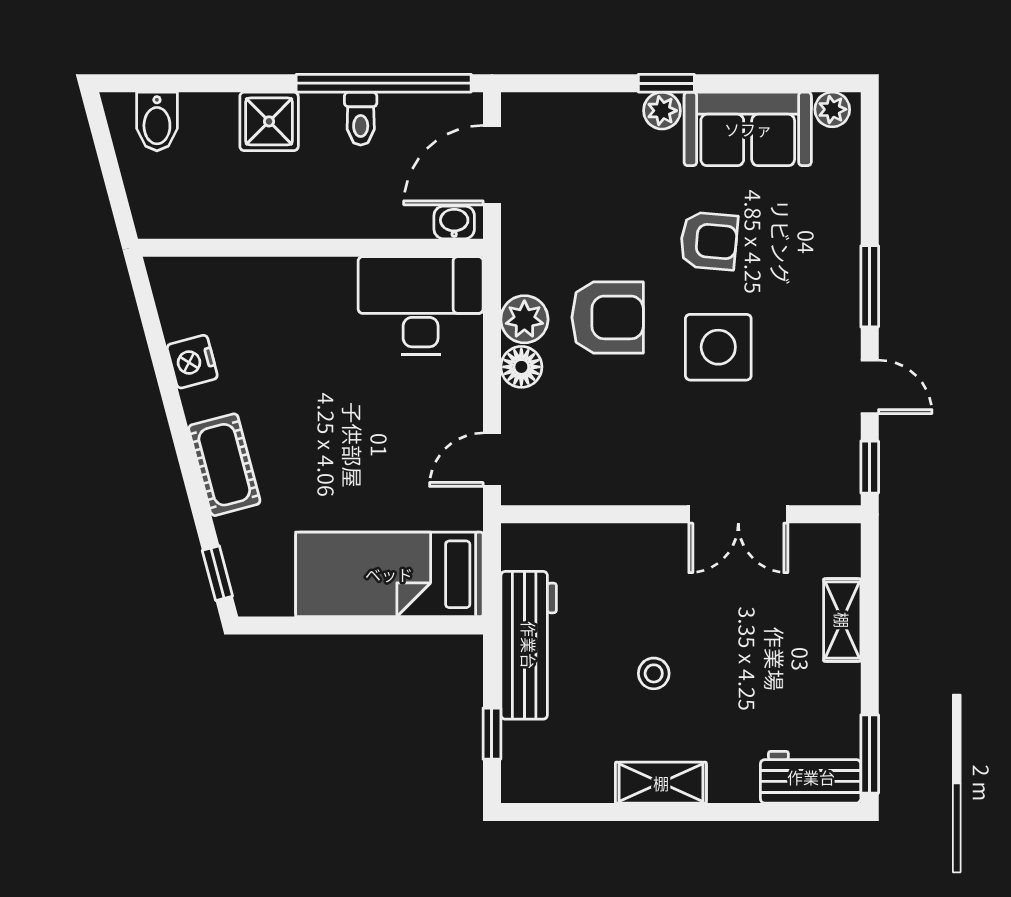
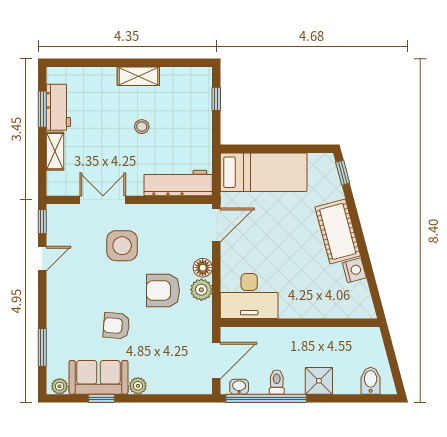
window: (666, 83) -> (102, 398), moved
washbasin: (454, 222) -> (239, 387), moved, turned 180
window: (870, 286) -> (42, 347), moved
side table: (718, 347) -> (122, 246), moved
door: (870, 387) -> (42, 259), swing flipped
door: (492, 460) -> (216, 225), width x1.38
cot: (224, 465) -> (338, 231), width x1.37, depth x1.34
workbench: (529, 645) -> (178, 183), moved, turned 90
window: (870, 754) -> (42, 109), moved
workbench: (811, 777) -> (58, 107), moved, turned -90

